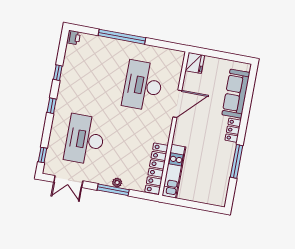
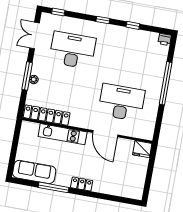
sofa: (236, 94) -> (34, 172), moved
kitchen unit: (174, 171) -> (63, 134), moved

